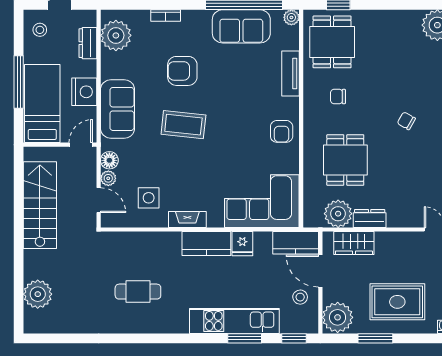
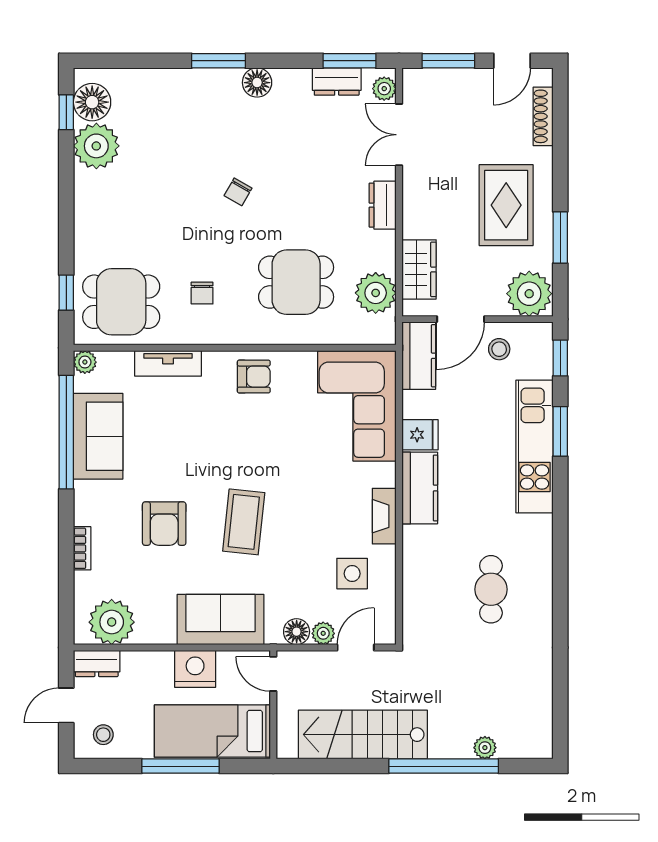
dresser: (88, 43) -> (97, 663), moved
dresser: (370, 218) -> (383, 205), moved
window: (19, 260) -> (444, 766), added
plant: (38, 294) -> (485, 748), width x0.53, depth x0.53

